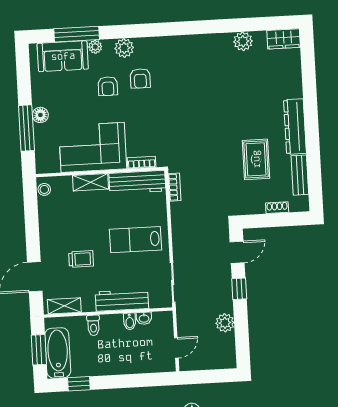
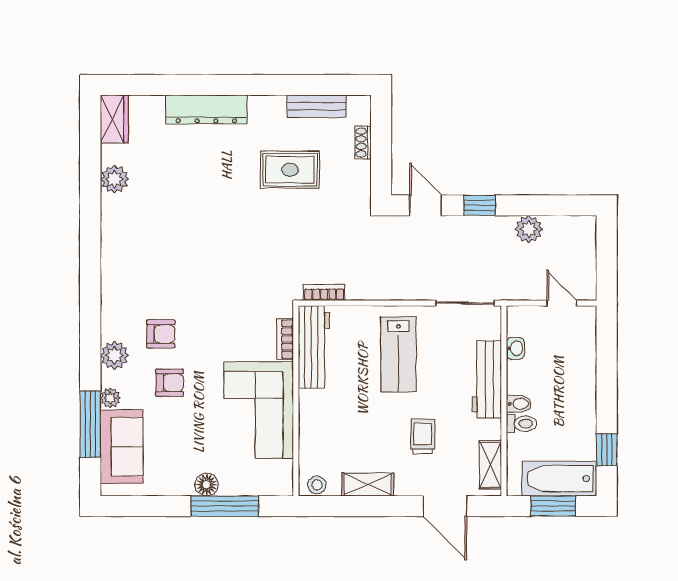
dresser: (295, 127) -> (206, 109), moved
shelving: (91, 182) -> (368, 484), moved, turned 90
bidet: (130, 321) -> (519, 404), moved

